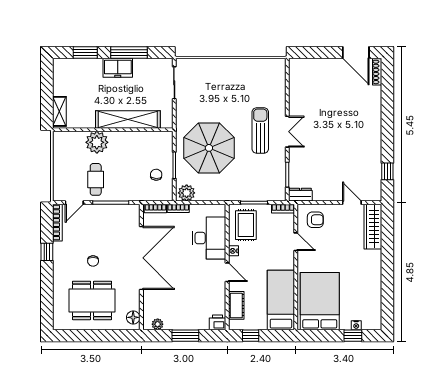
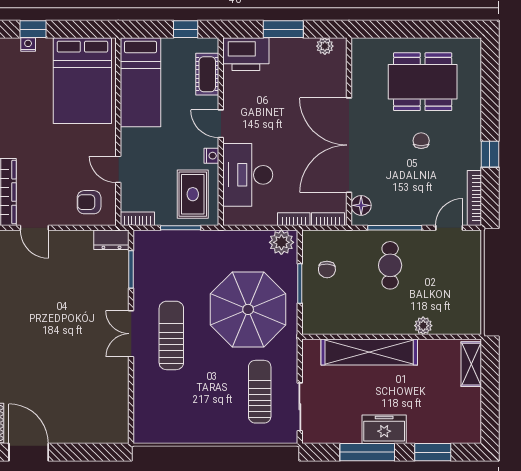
sun lounger: (201, 93) -> (260, 392), added
sun lounger: (260, 131) -> (171, 335), turned 180
plant: (97, 142) -> (423, 326), width x0.53, depth x0.53
cafe table: (96, 179) -> (390, 265), moved
floor lamp: (133, 317) -> (361, 205), moved
printer: (217, 322) -> (246, 54), width x1.87, depth x1.48

